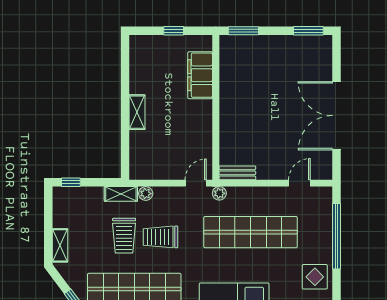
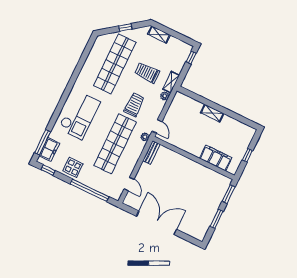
window: (308, 31) -> (217, 219), moved
trolley: (160, 237) -> (134, 105), moved

